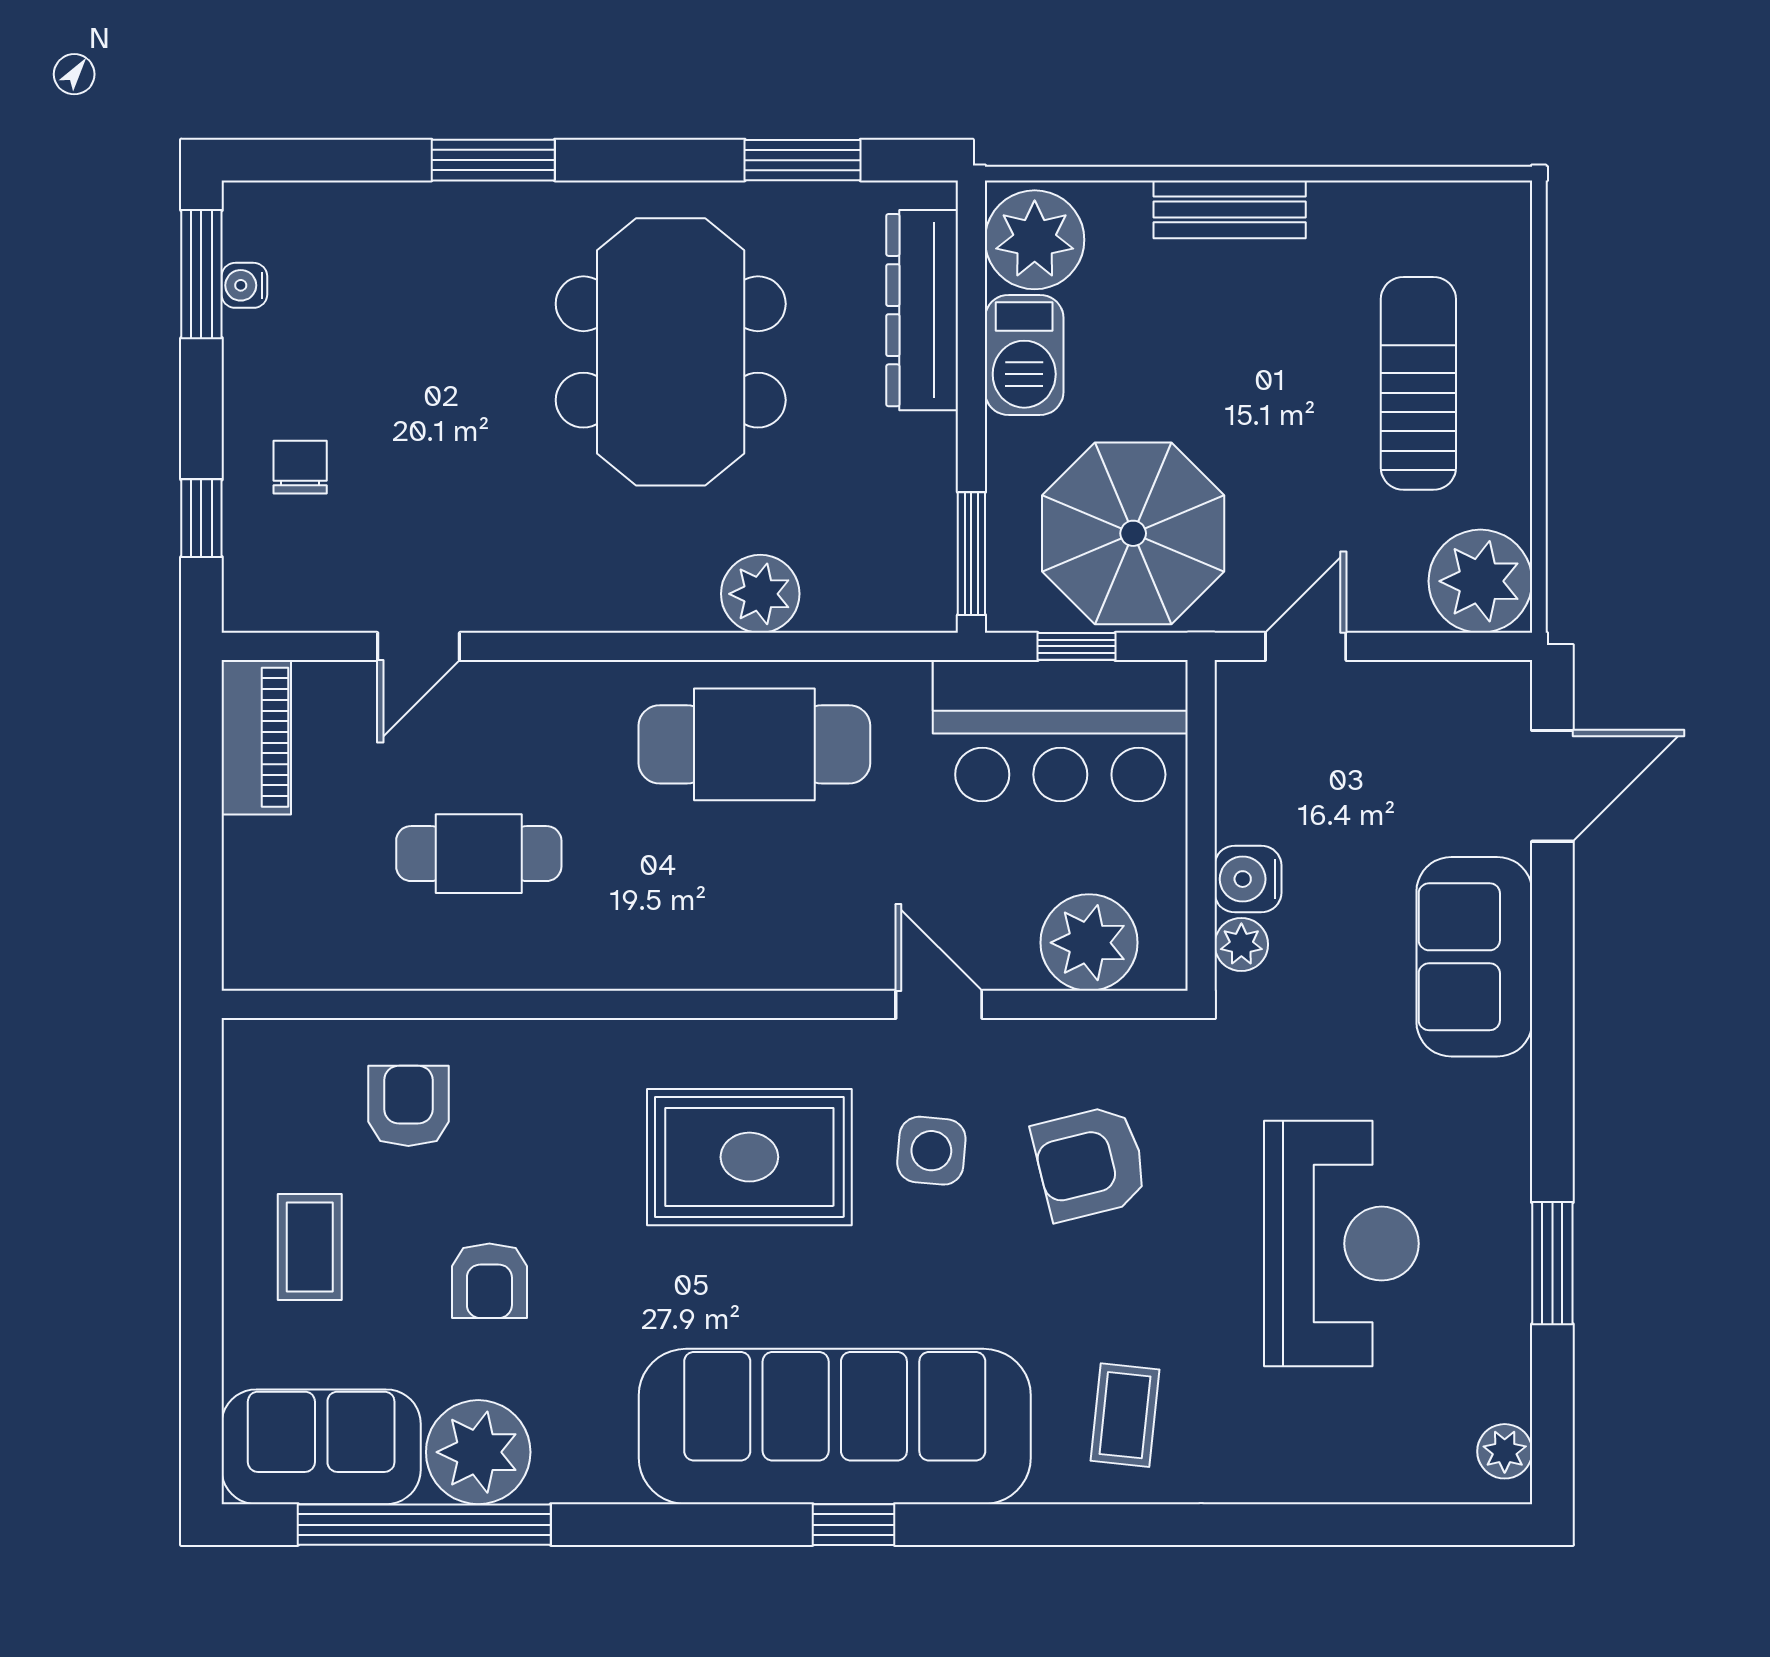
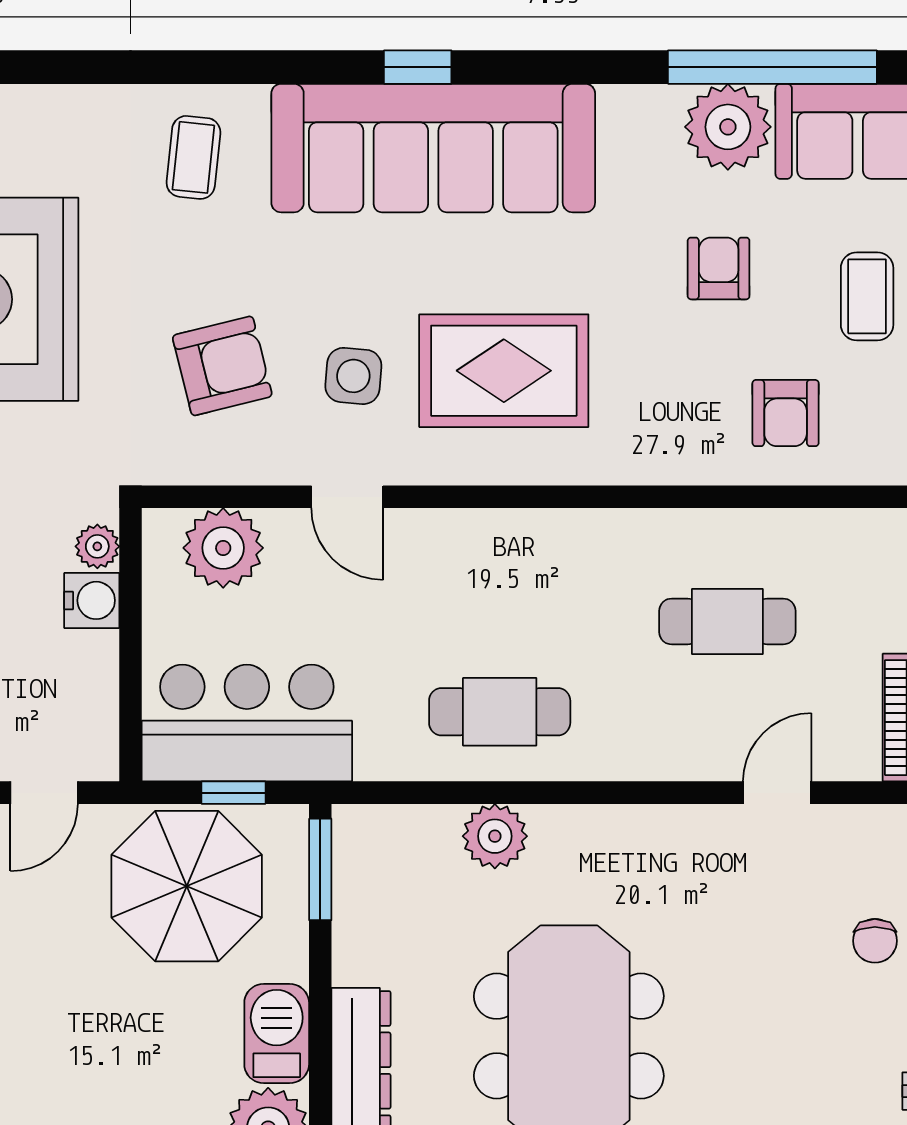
cafe table: (754, 744) -> (500, 712), width x0.73, depth x0.74

